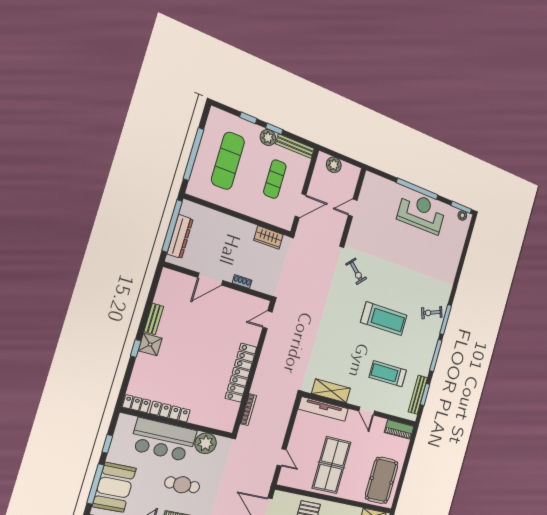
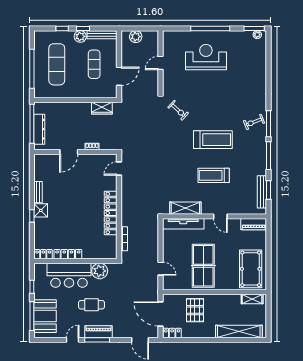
reception desk: (422, 213) -> (206, 57), moved
treadmill: (388, 374) -> (214, 175), moved

